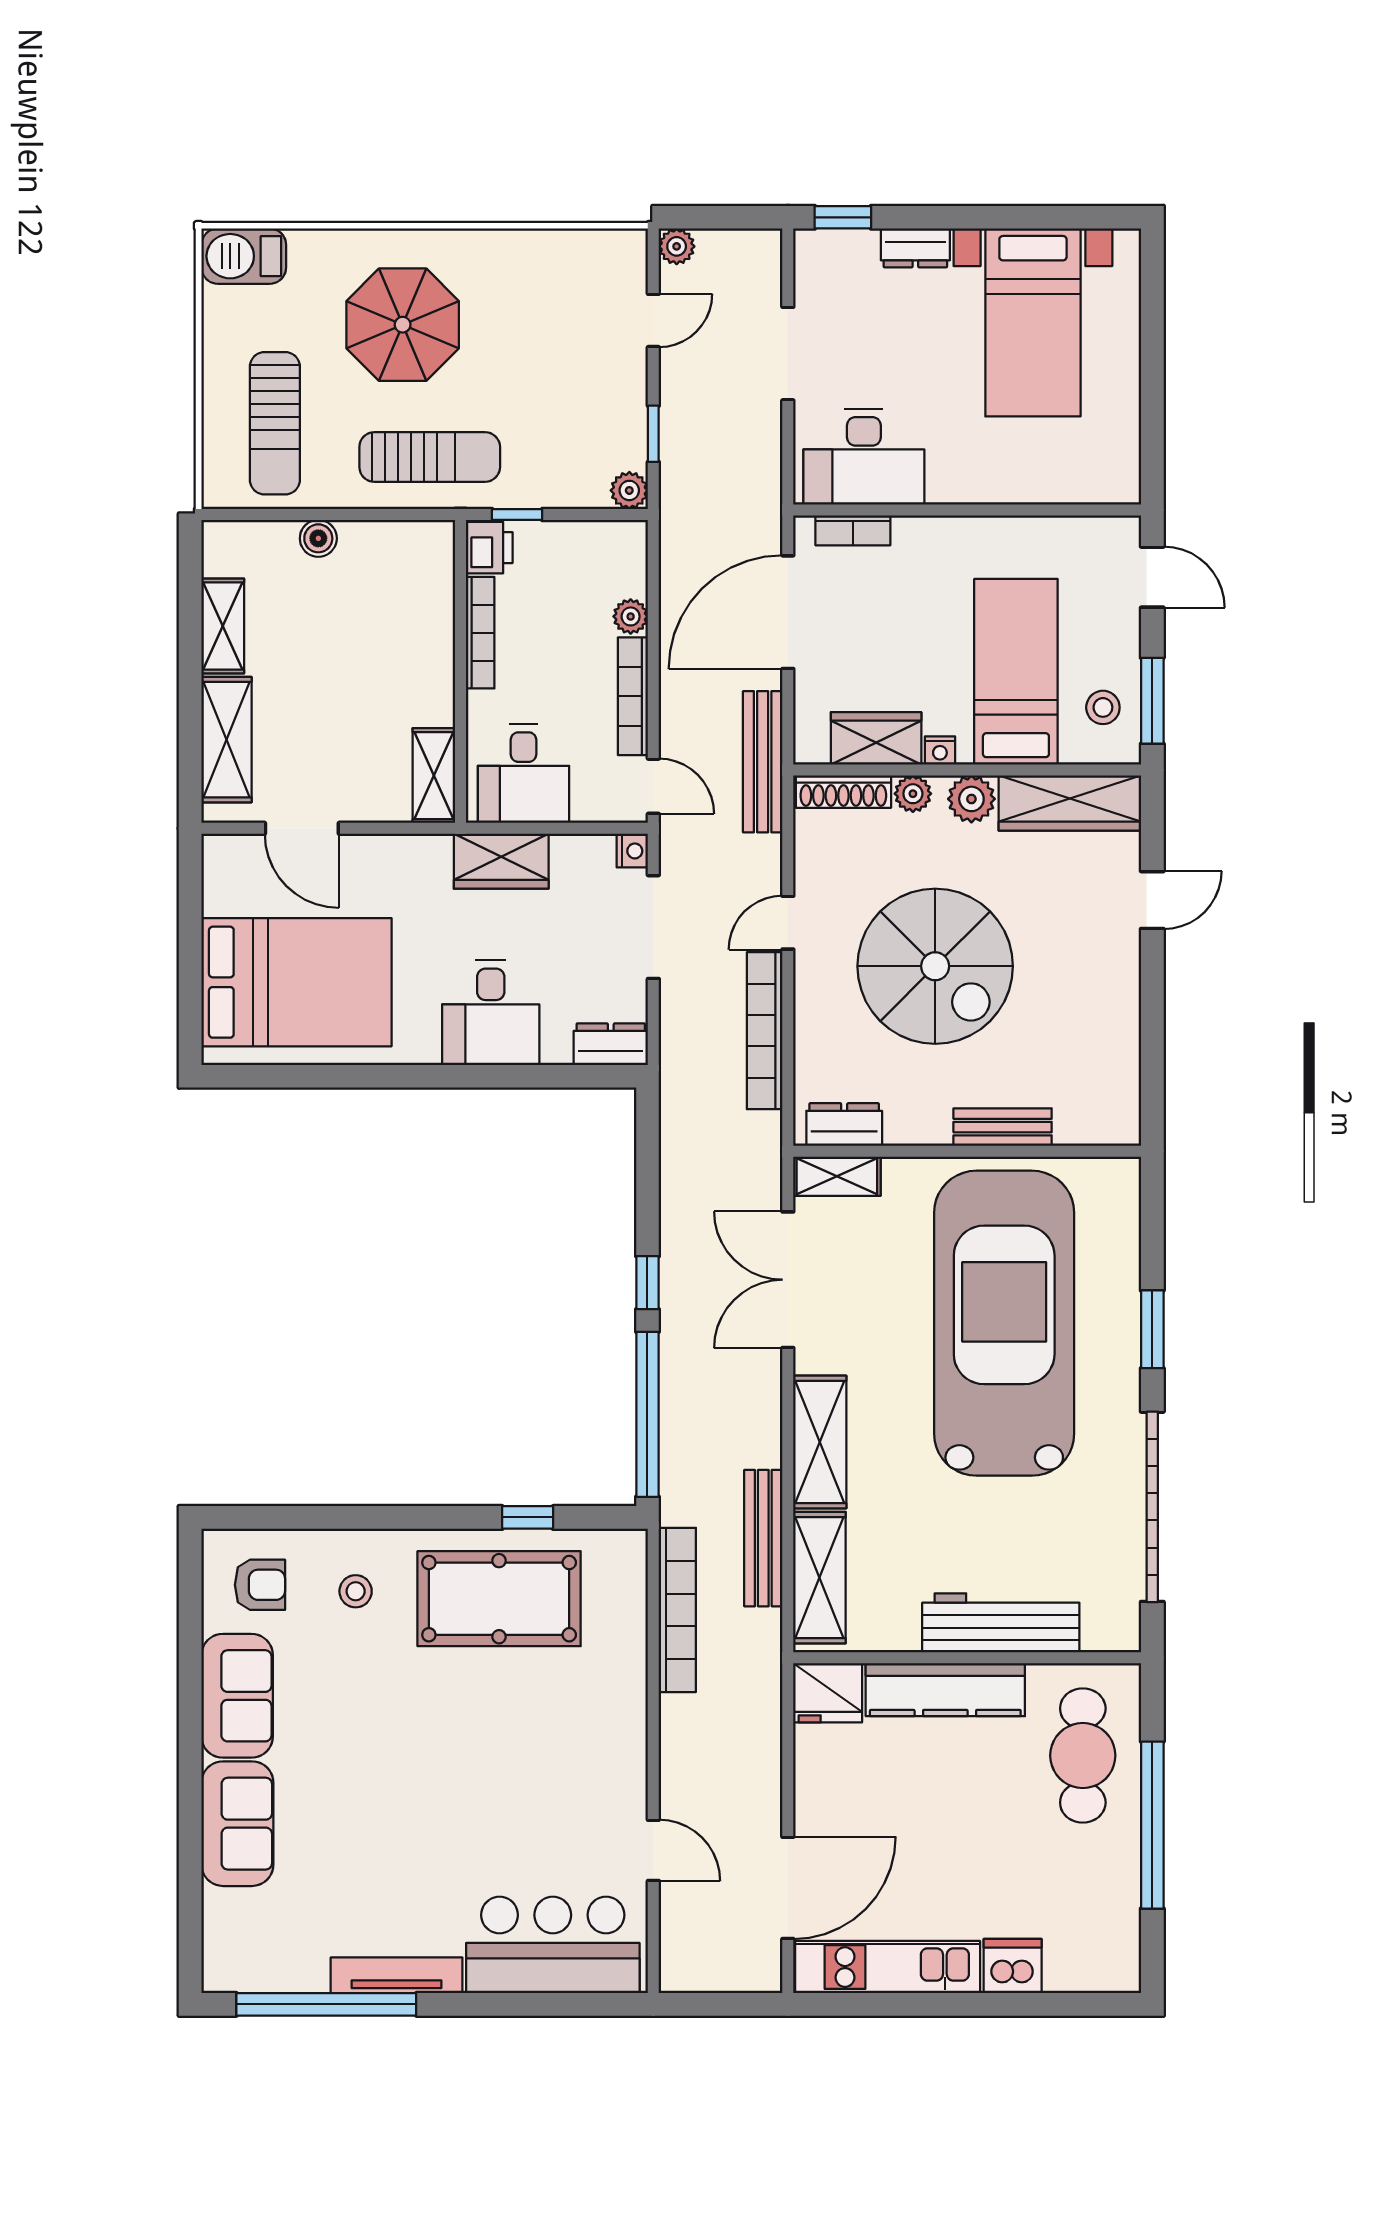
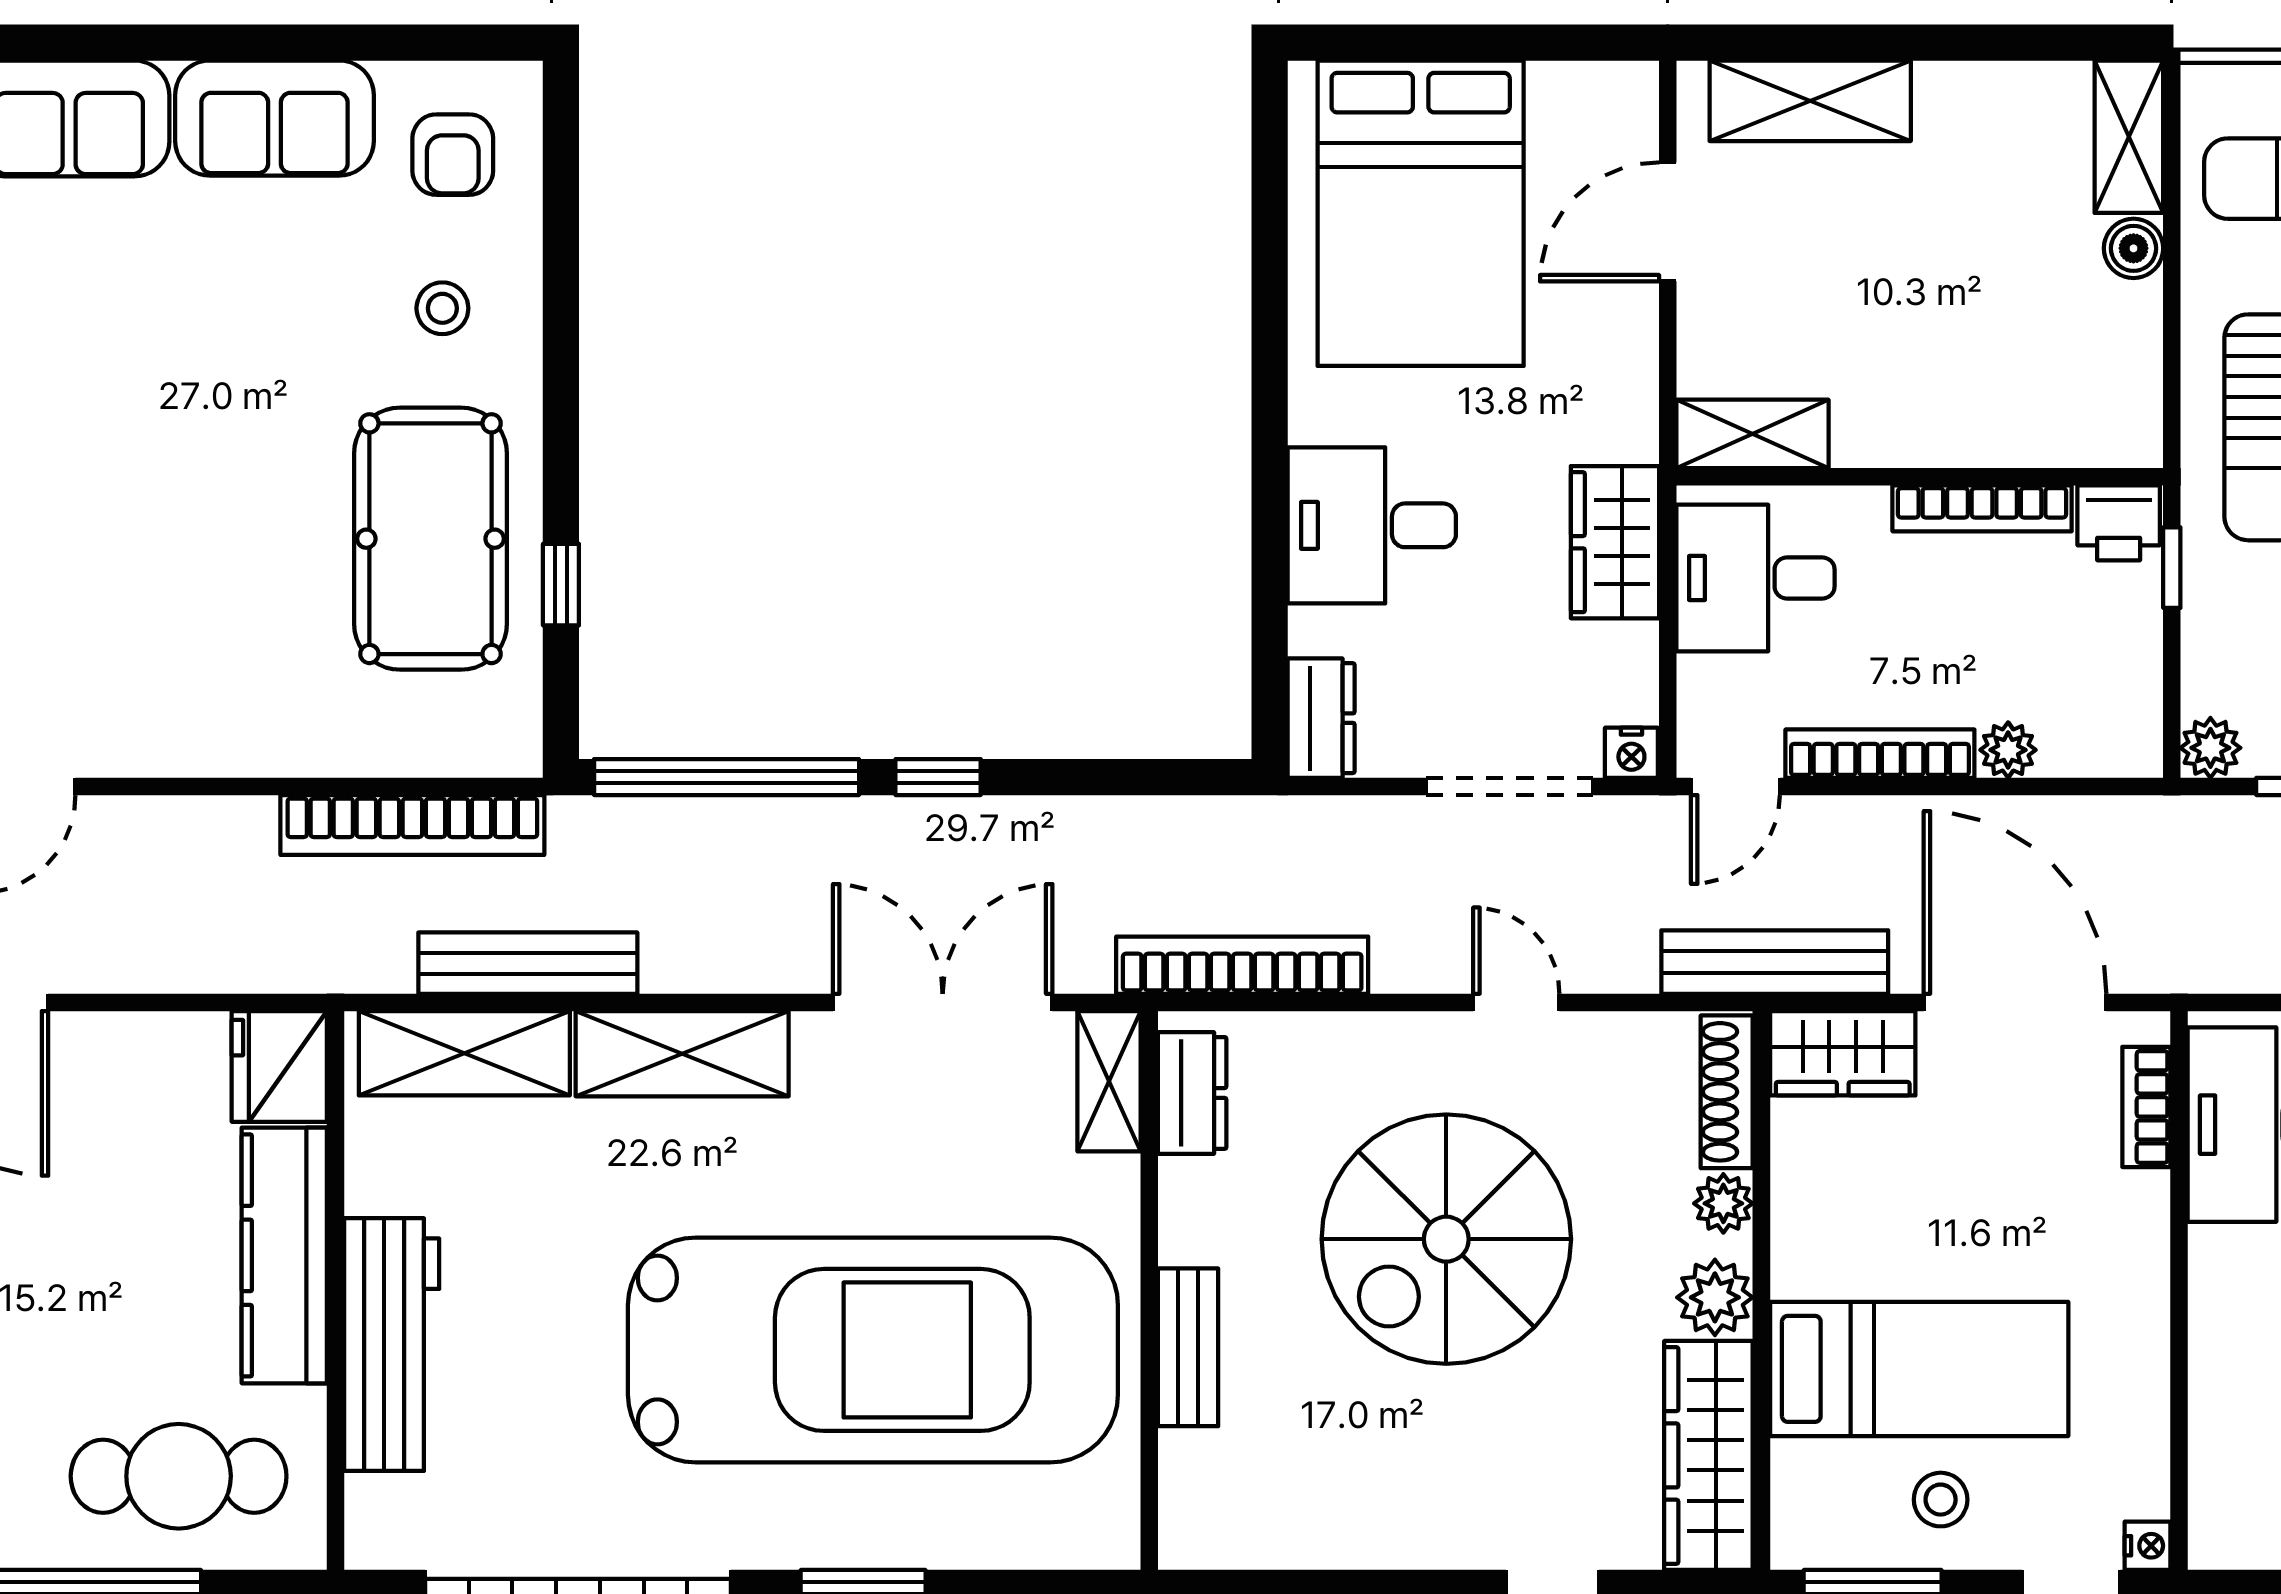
shelving: (223, 626) -> (2129, 137), moved, turned 90
stool: (1103, 707) -> (1941, 1500), moved
wardrobe: (876, 738) -> (1843, 1053), moved, turned 90
nightstand: (940, 750) -> (2148, 1546), moved, turned 180
bookcase: (765, 1031) -> (1242, 965), moved

